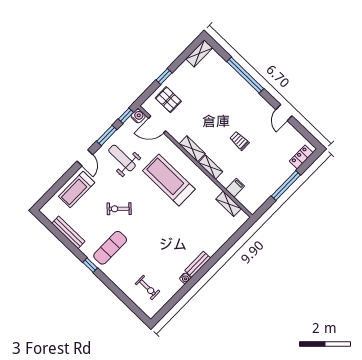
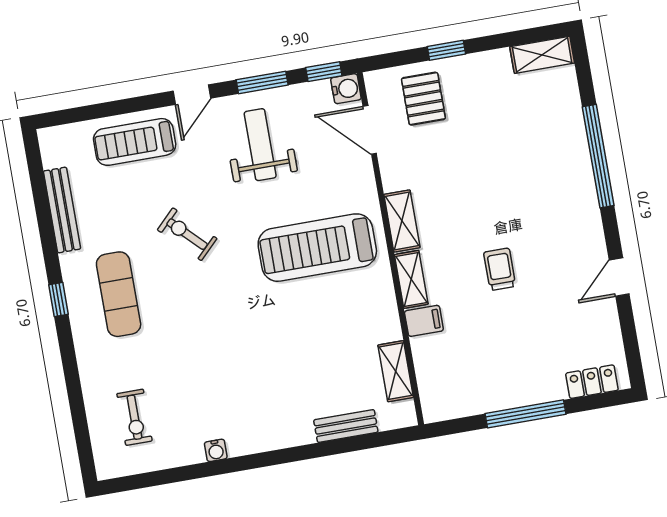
treadmill: (169, 180) -> (317, 248), turned -90
filing cabinet: (235, 188) -> (424, 321), moved
exercise mat: (110, 248) -> (119, 294), turned 90
bench: (198, 264) -> (346, 426), moved

